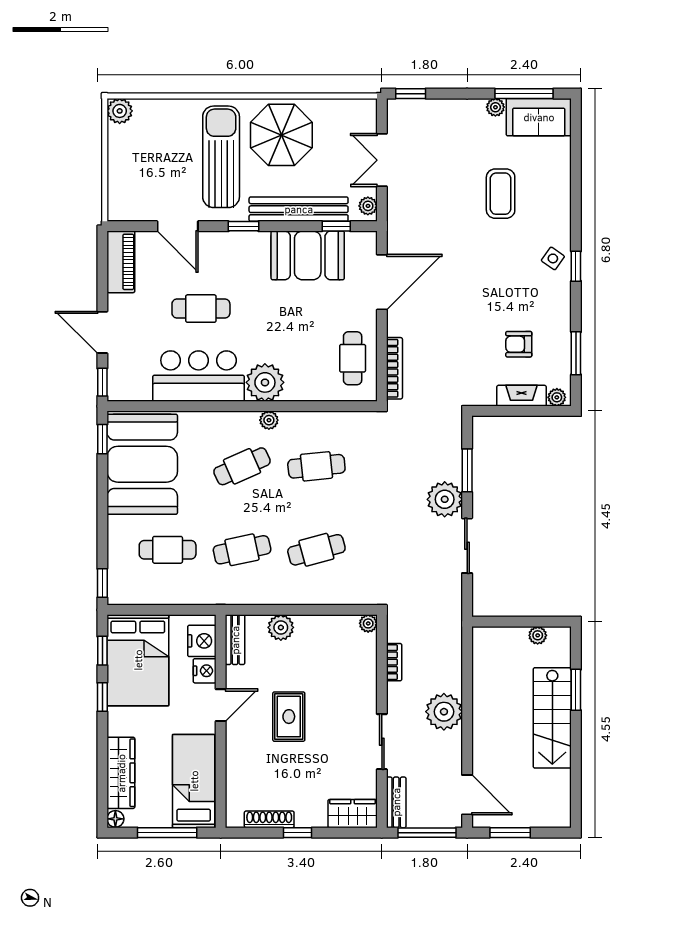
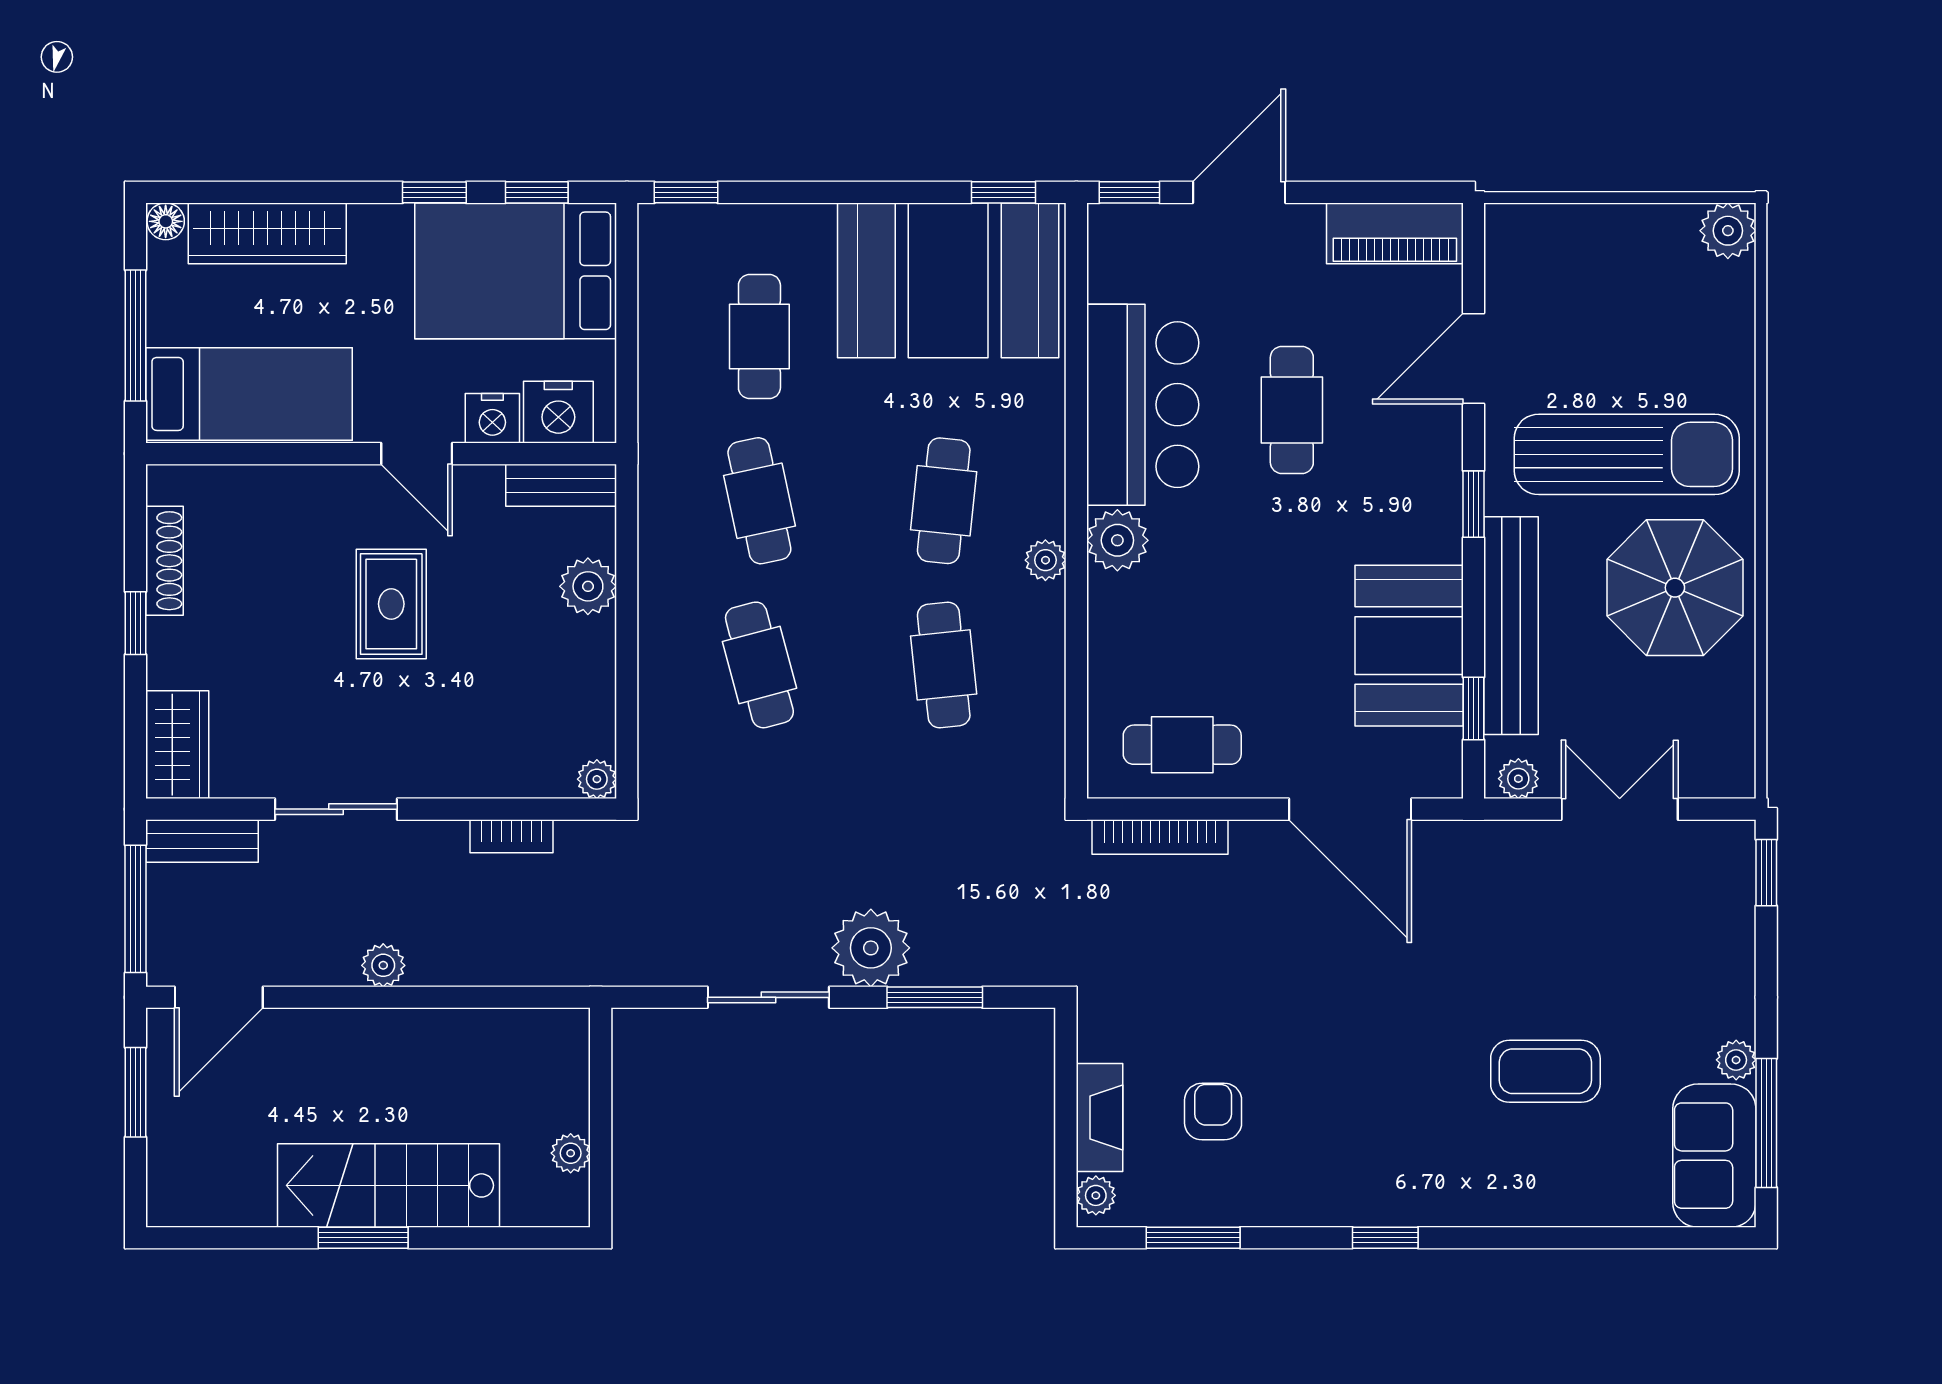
side table: (553, 258) -> (1402, 1187), removed
plant: (265, 382) -> (1117, 540), width x0.73, depth x0.73
cafe table: (242, 466) -> (944, 501), turned 30
window: (576, 690) -> (363, 1238), moved
plant: (444, 712) -> (383, 965), width x0.53, depth x0.53
rug: (289, 717) -> (391, 604), turned 90

